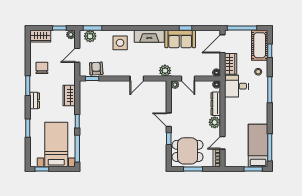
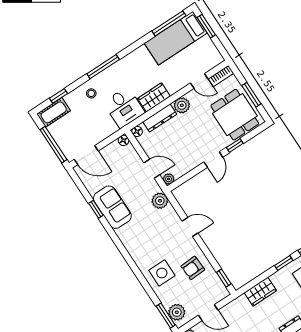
fireplace: (149, 36) -> (132, 245), removed
cot: (260, 45) -> (54, 112), width x0.73, depth x0.75
wardrobe: (231, 64) -> (154, 97), moved
armchair: (96, 69) -> (193, 268), moved
door: (188, 79) -> (152, 169), hinge flipped

